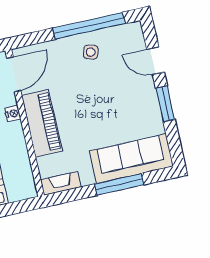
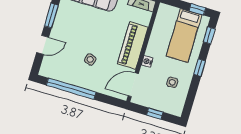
side table: (91, 52) -> (90, 59), moved
door: (156, 61) -> (43, 45), hinge flipped

